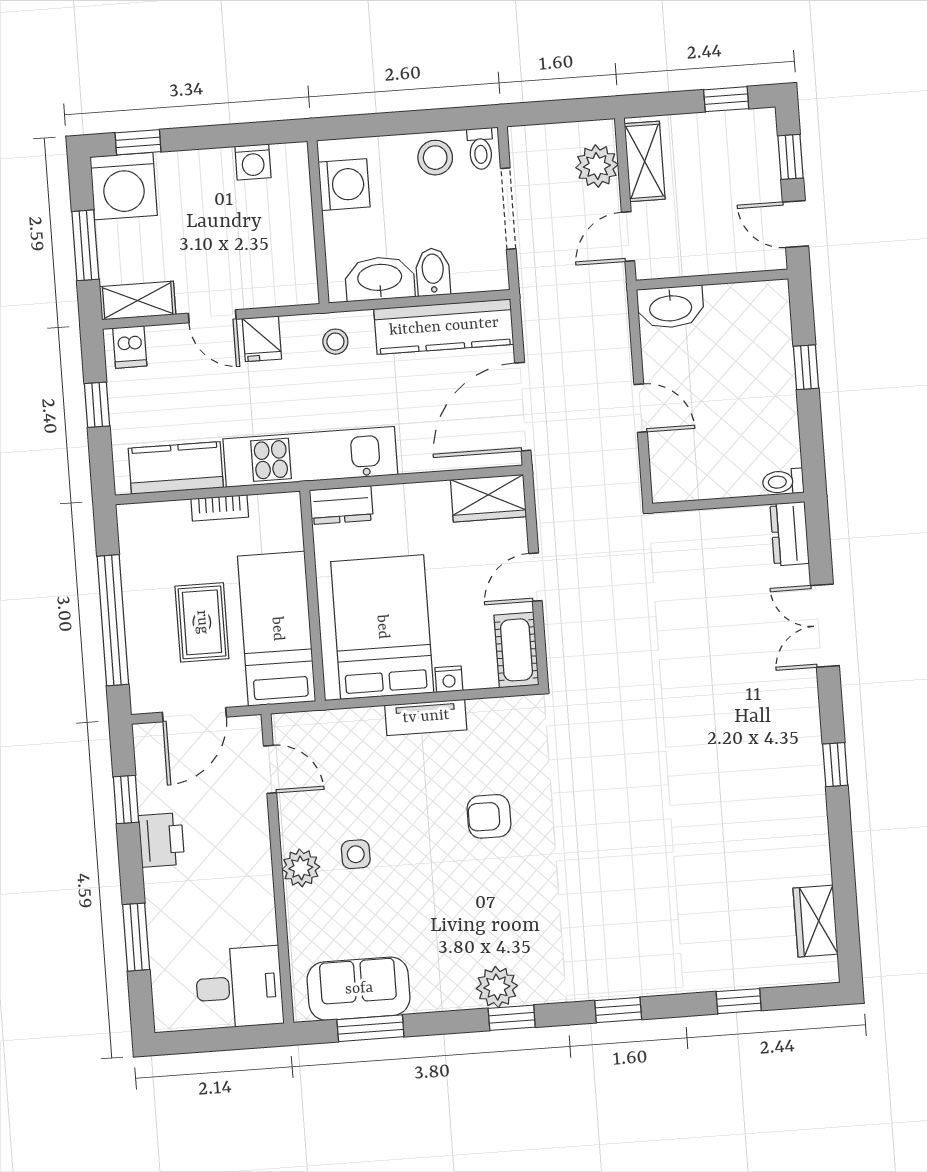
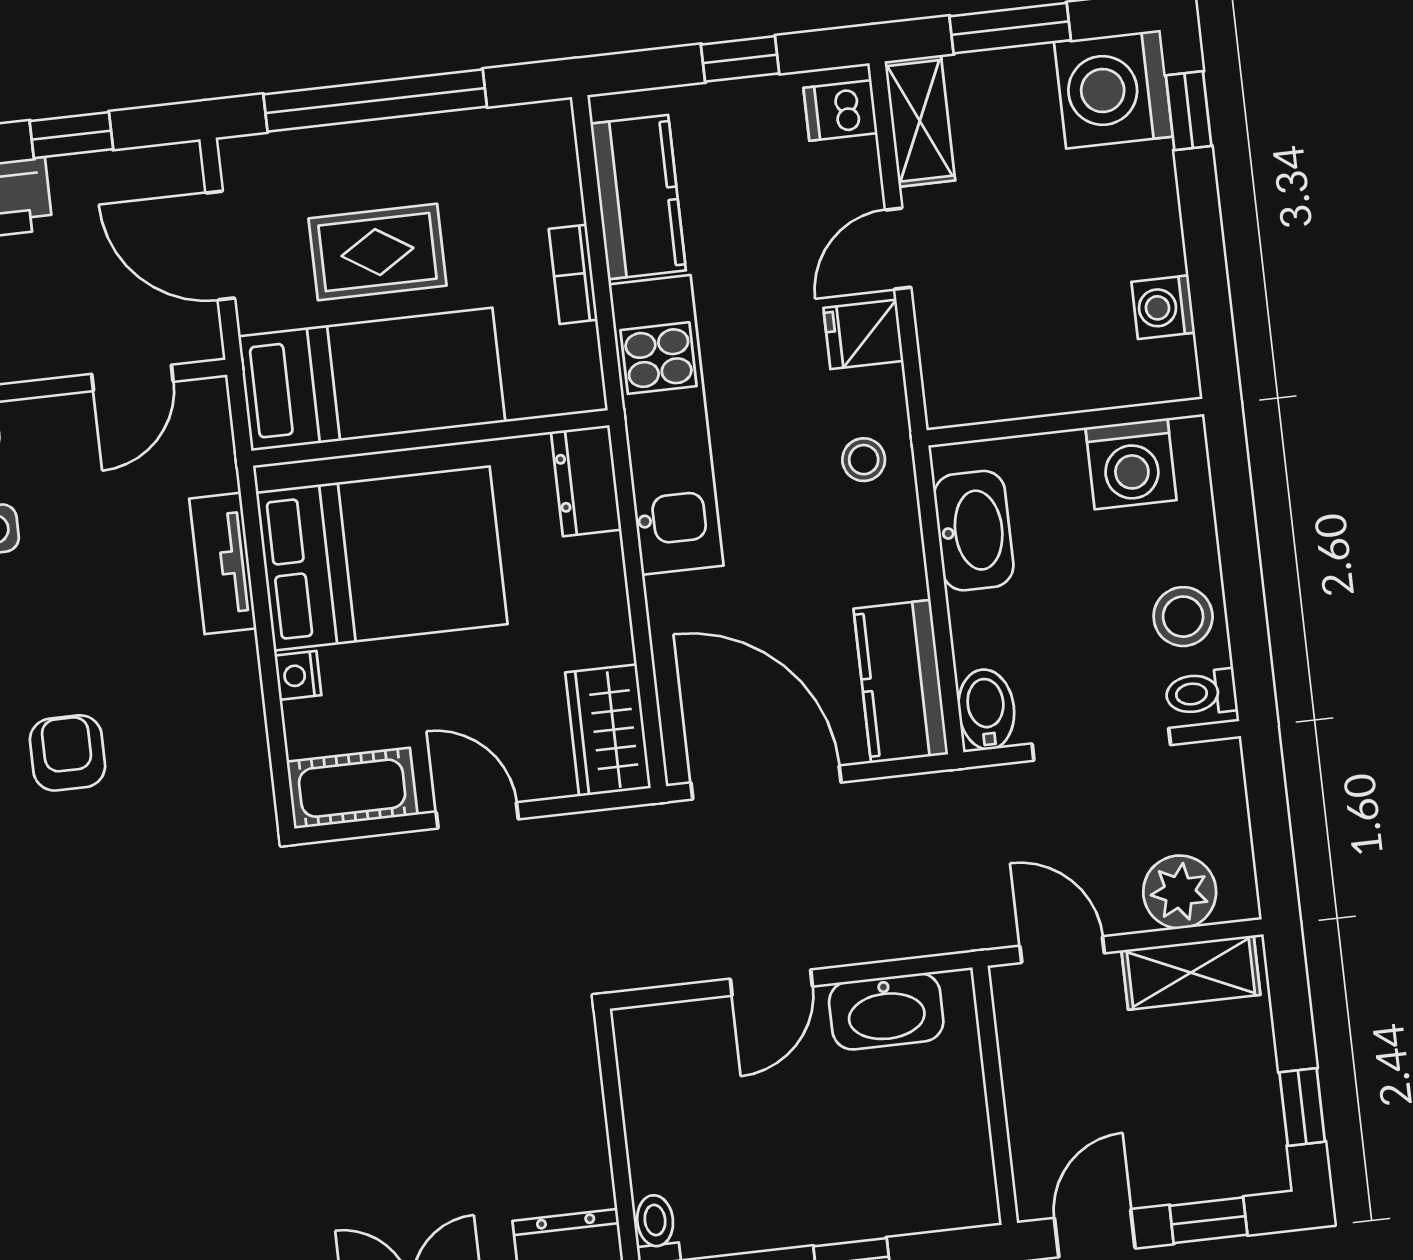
bidet: (433, 272) -> (986, 709), moved, turned -90
washbasin: (671, 307) -> (886, 1011), moved, turned -90
kitchen counter: (444, 327) -> (901, 681), width x0.67
tv unit: (426, 717) -> (223, 563), moved

